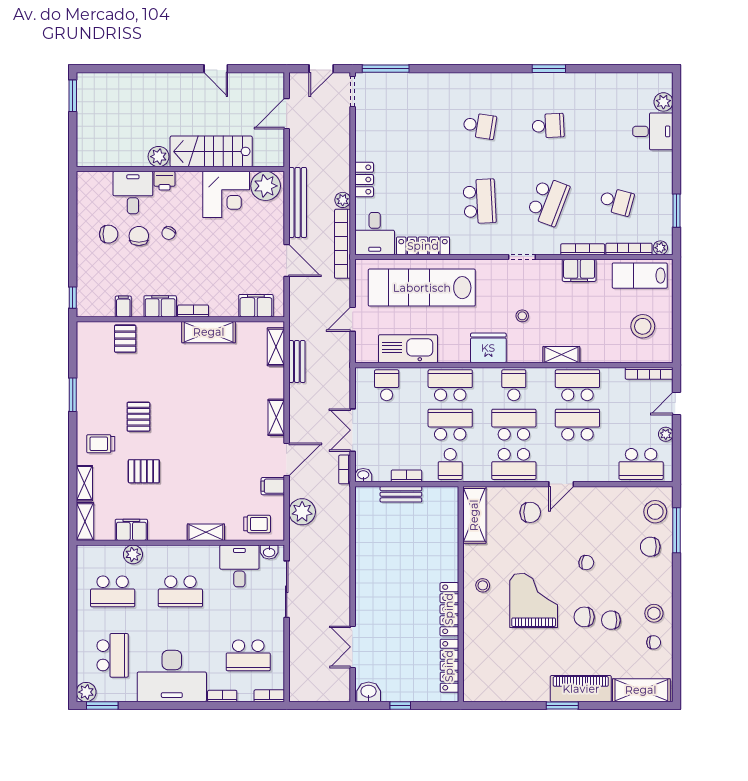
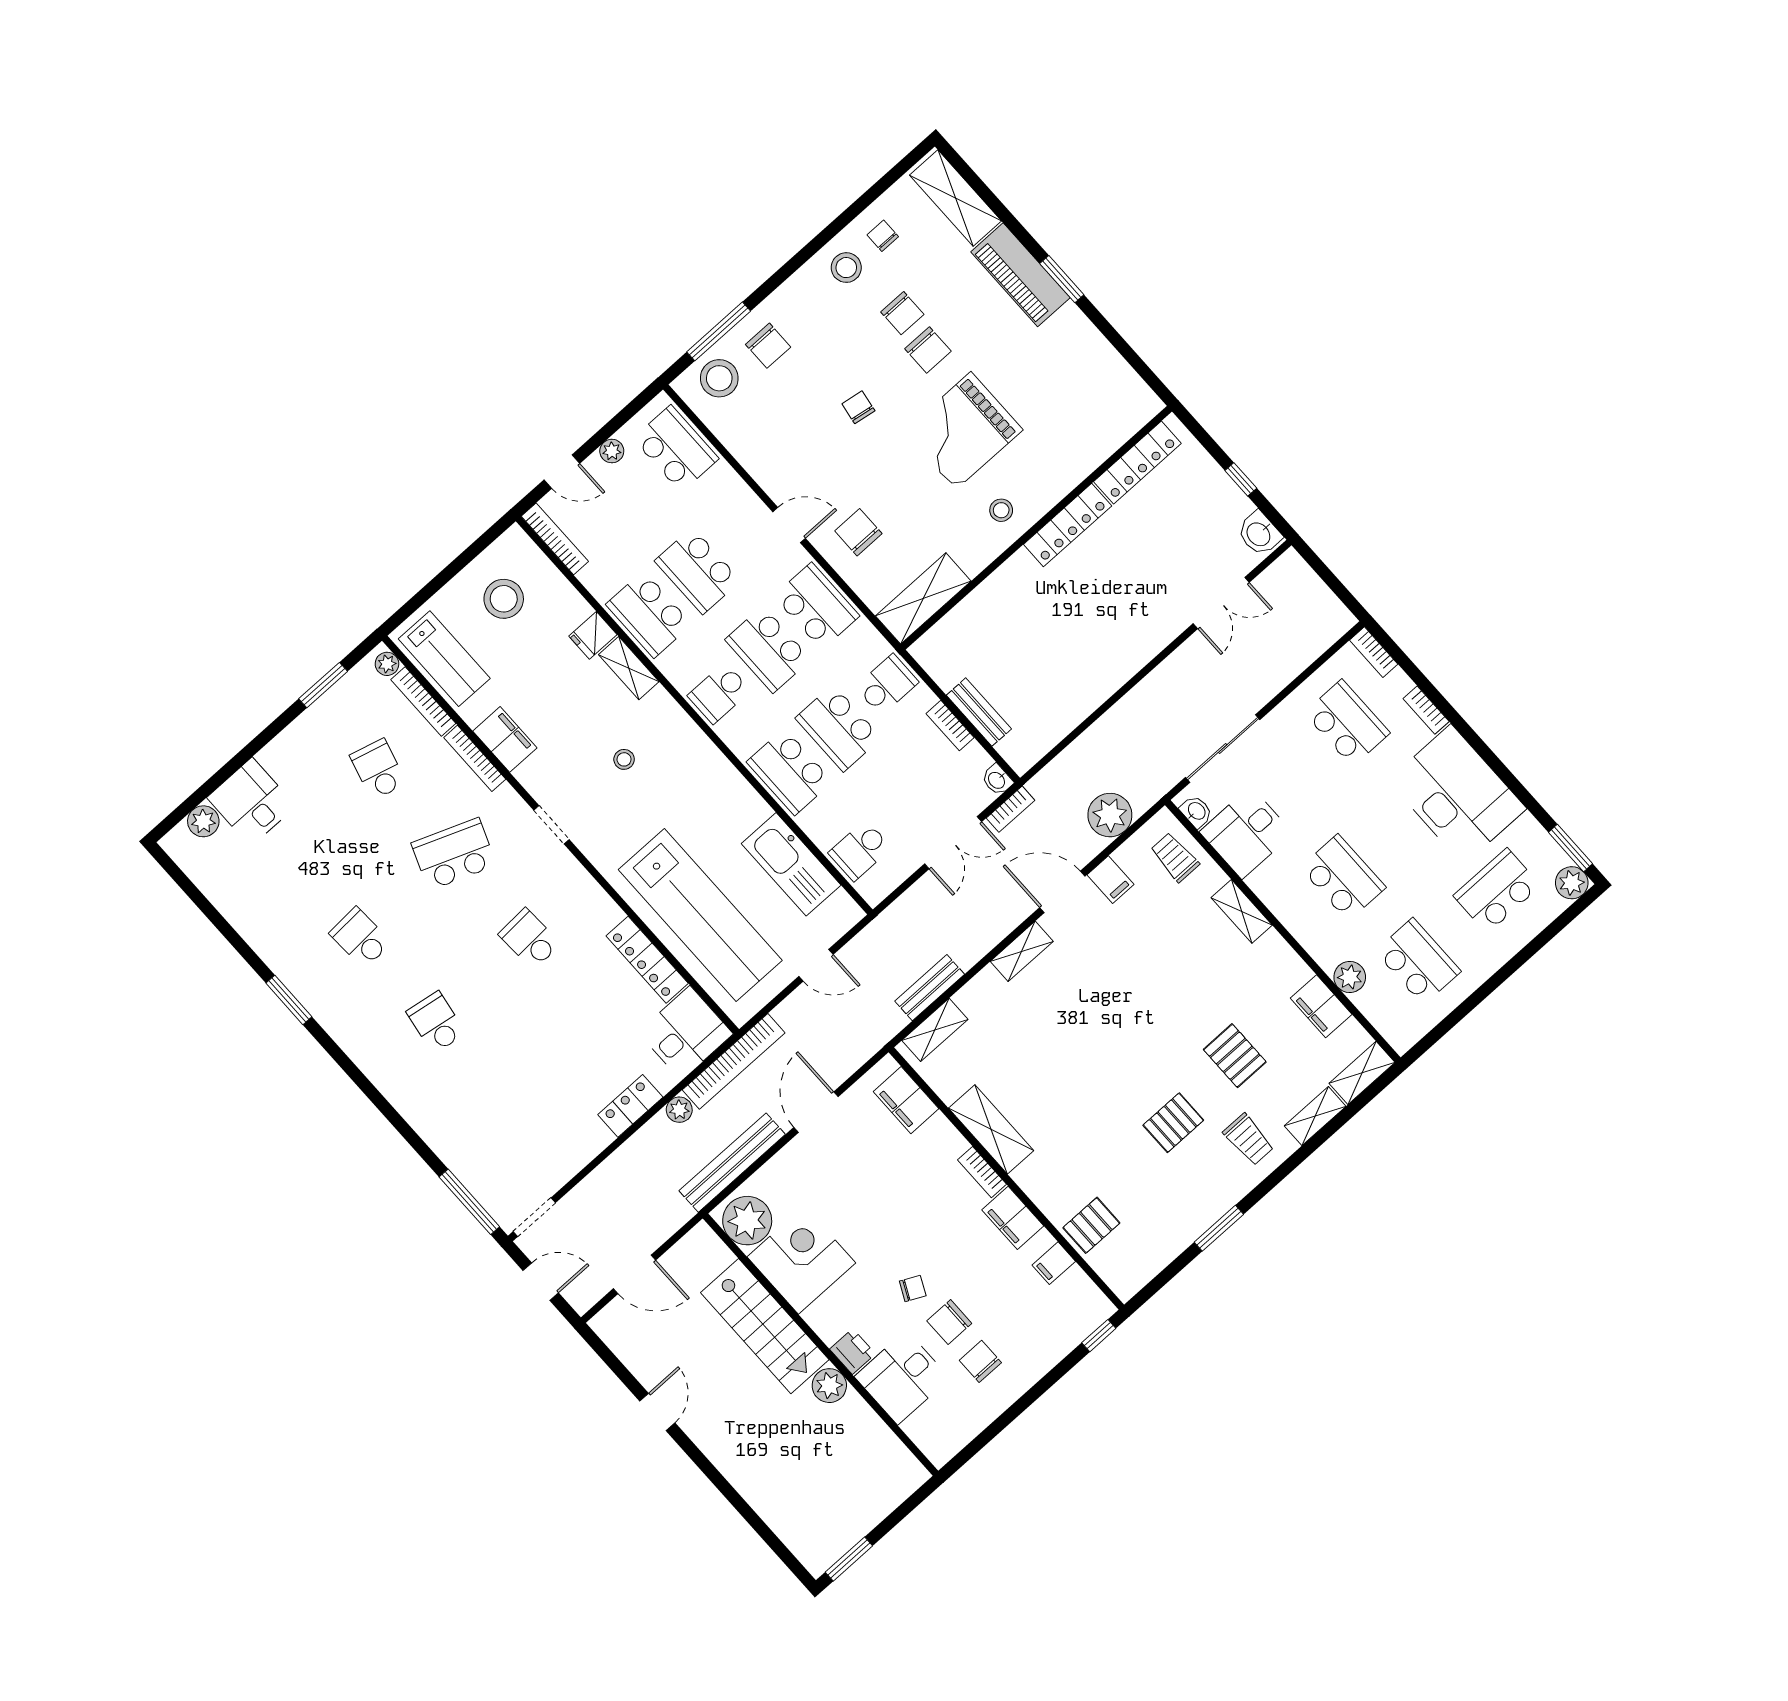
school desk: (480, 201) -> (530, 939), width x0.54
fridge: (488, 348) -> (593, 635), moved, width x0.53, depth x0.75

